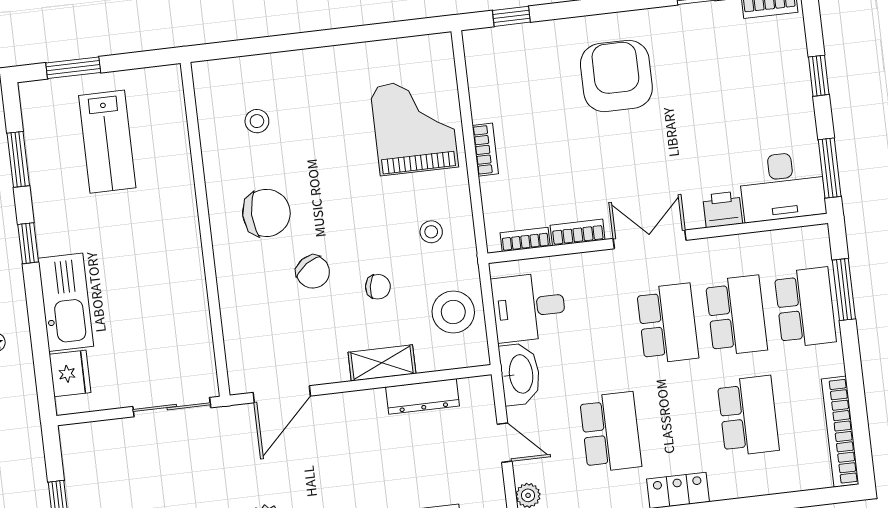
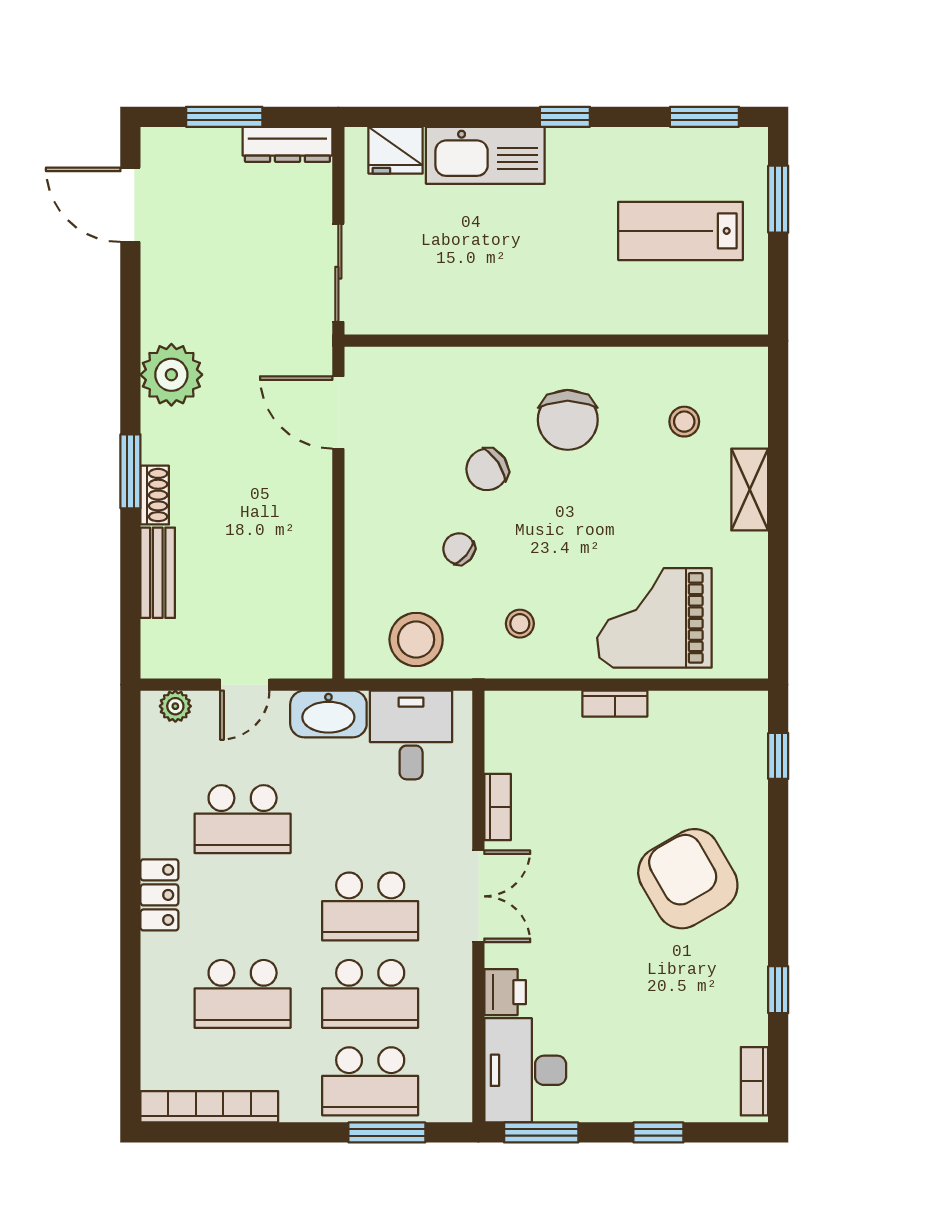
armchair: (616, 76) -> (688, 879), turned -120
grand piano: (414, 126) -> (654, 618), turned 180
window: (18, 159) -> (704, 117), moved
bookcase: (525, 239) -> (496, 740), removed
chair: (378, 287) -> (459, 549), turned 121
shelving: (382, 363) -> (750, 489), moved
dresser: (423, 396) -> (287, 144), moved, turned -90

